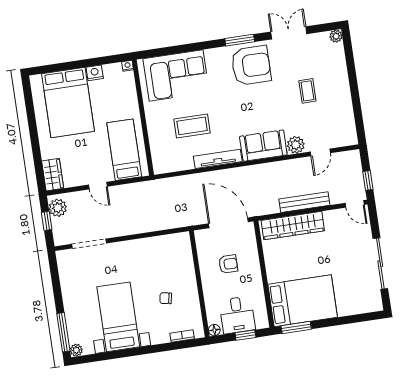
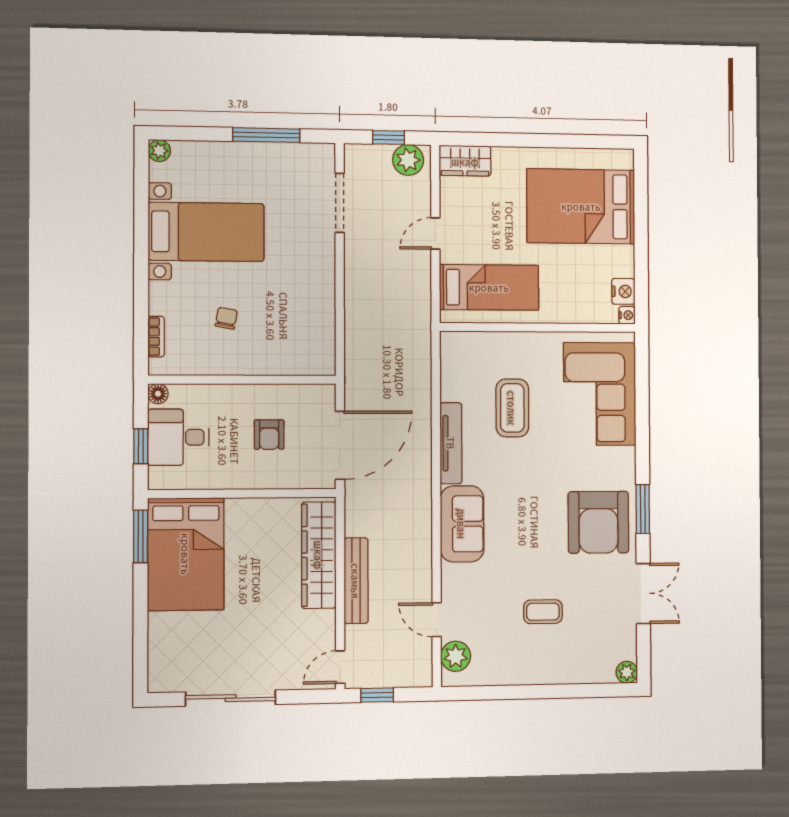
nightstand: (95, 73) -> (623, 291), moved
plant: (296, 145) -> (456, 656), moved
window: (63, 332) -> (266, 135), moved

